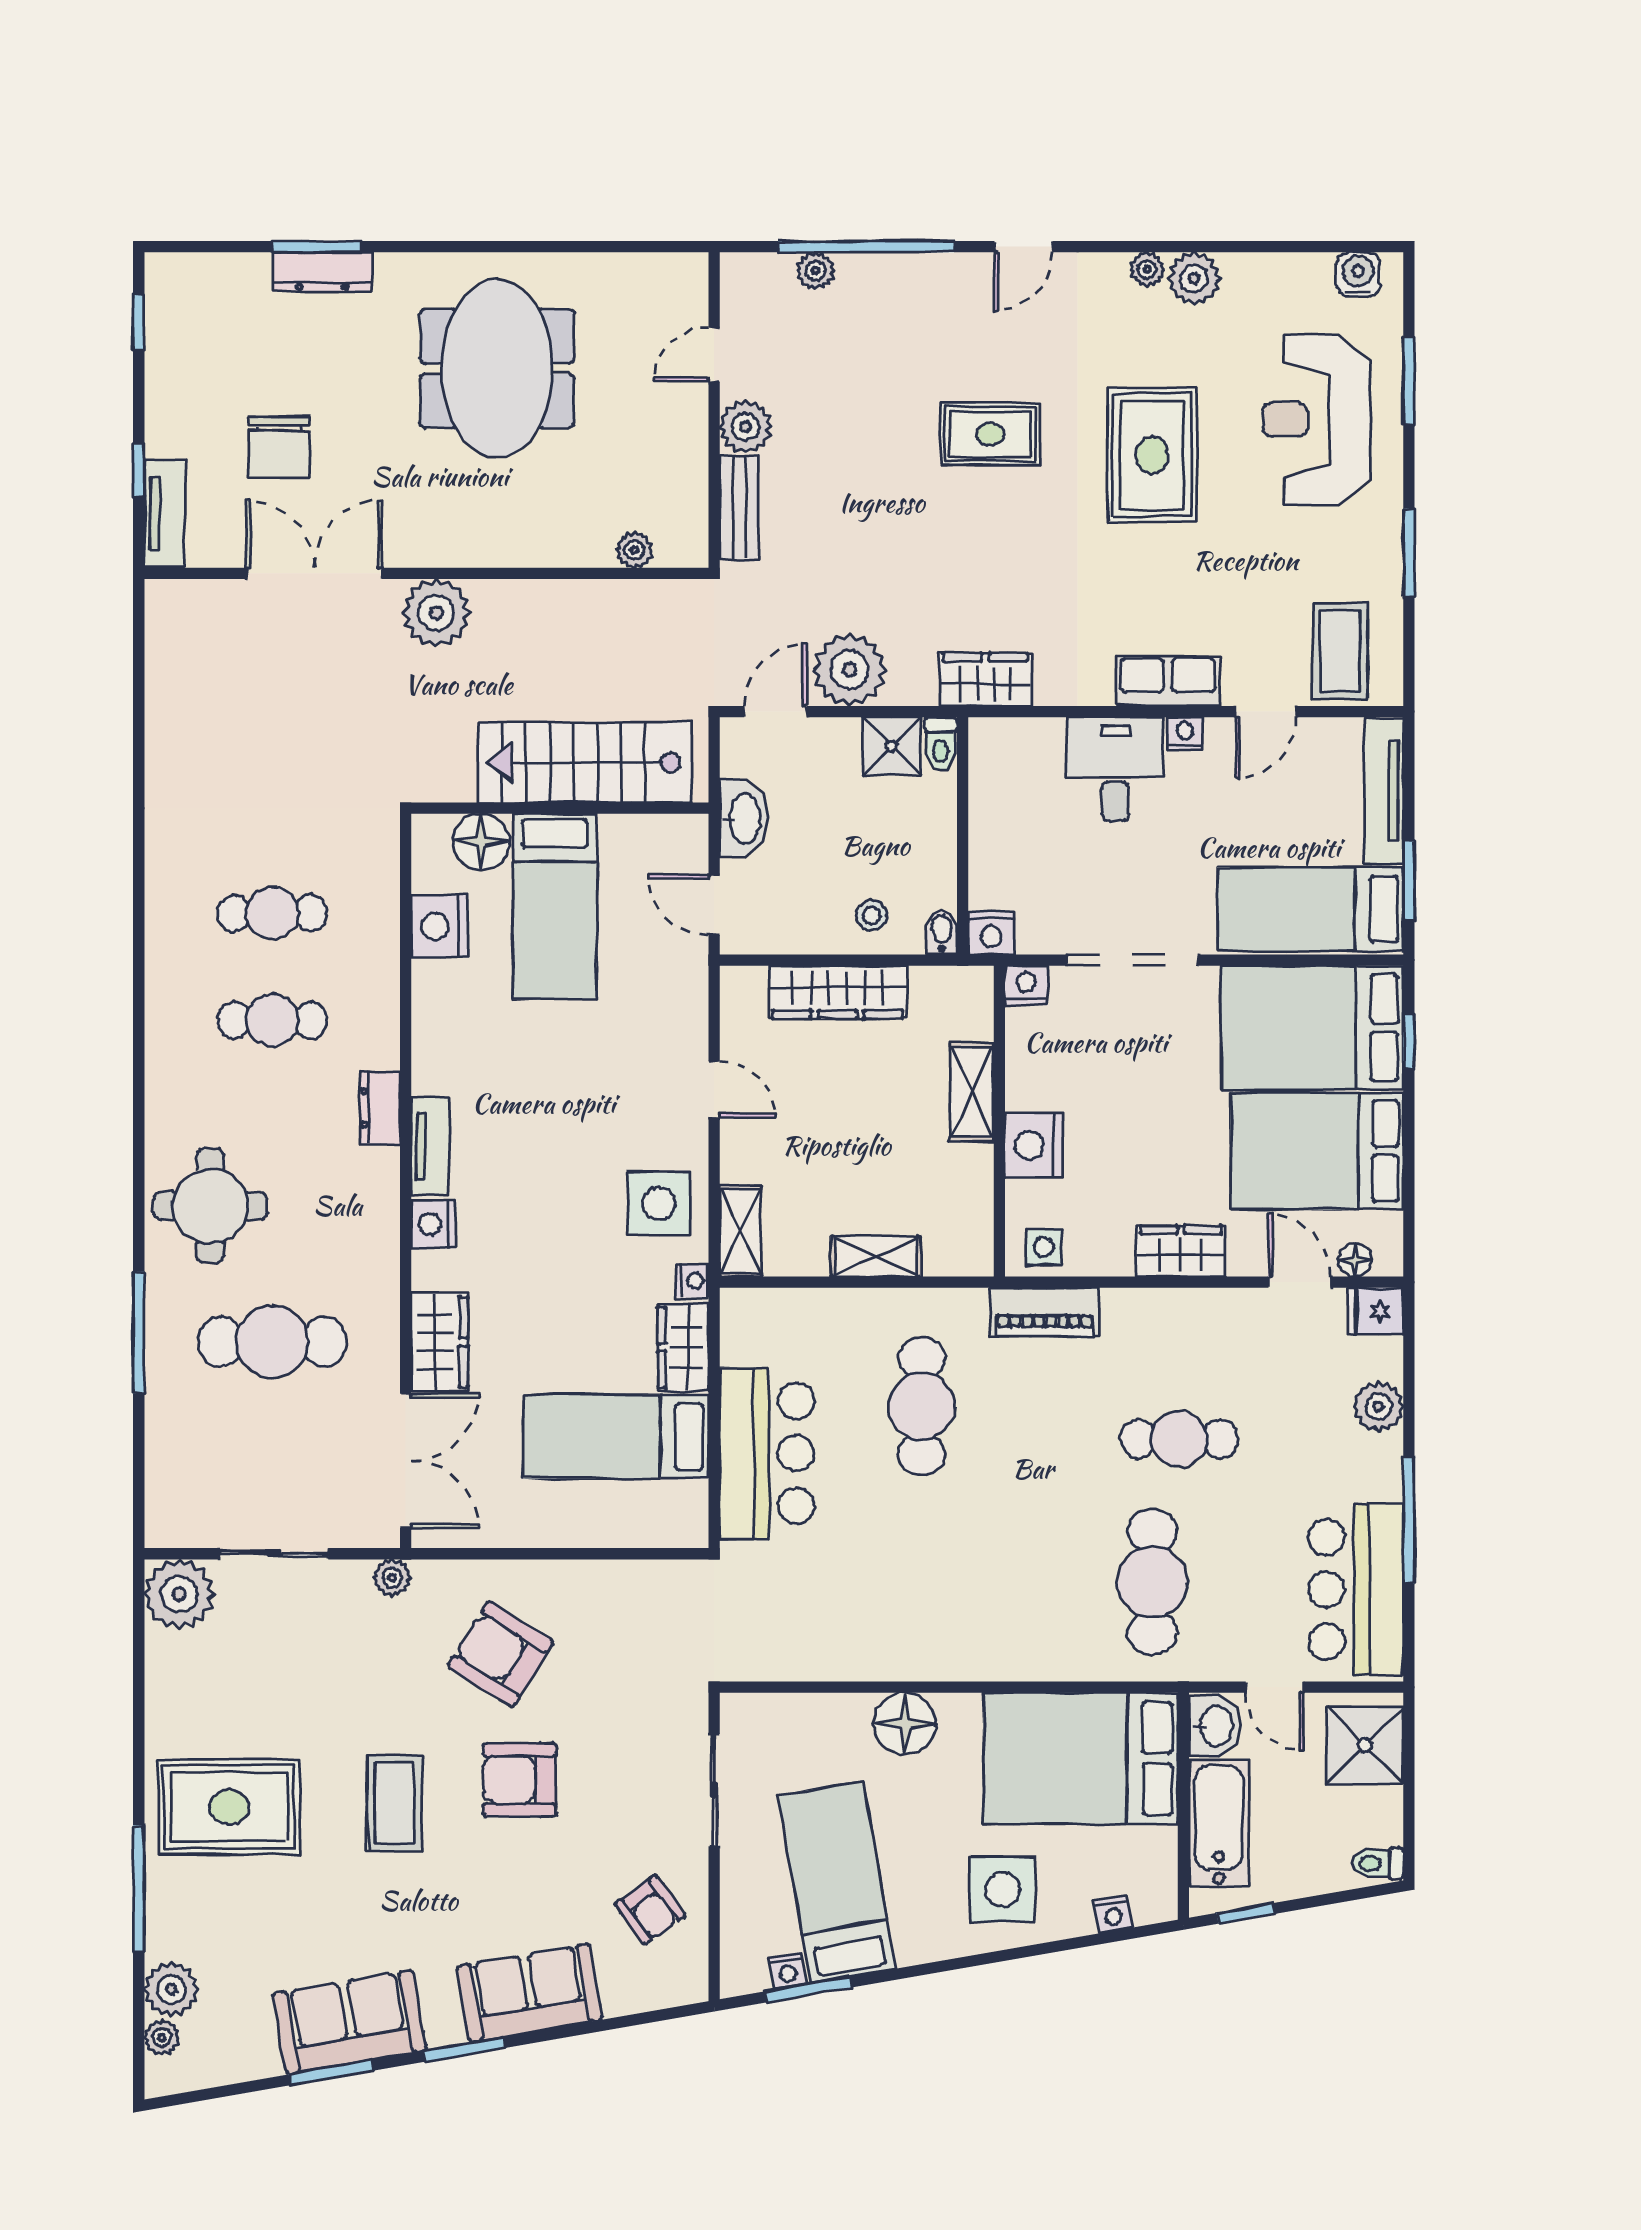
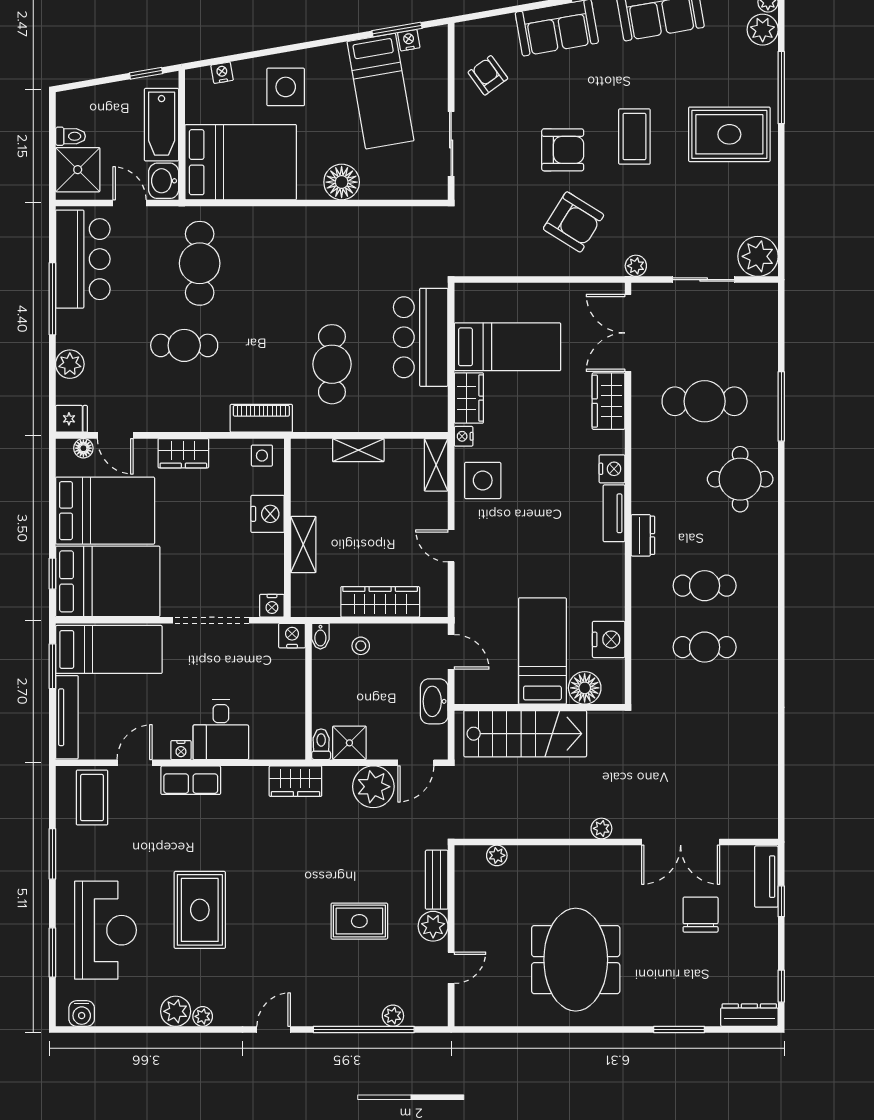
dresser: (322, 272) -> (749, 1015), moved
rug: (990, 434) -> (359, 921), moved
plant: (436, 613) -> (601, 828), width x0.53, depth x0.53
toilet: (1377, 1864) -> (70, 136), moved

